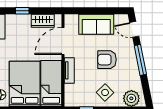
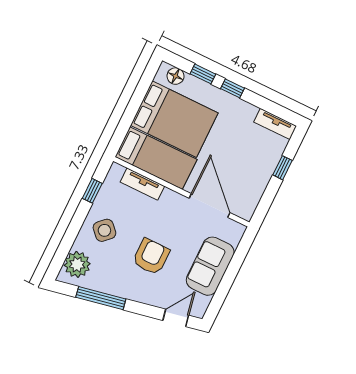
wardrobe: (43, 21) -> (253, 190), removed
window: (140, 60) -> (101, 298), moved
tv unit: (69, 70) -> (142, 184), moved

